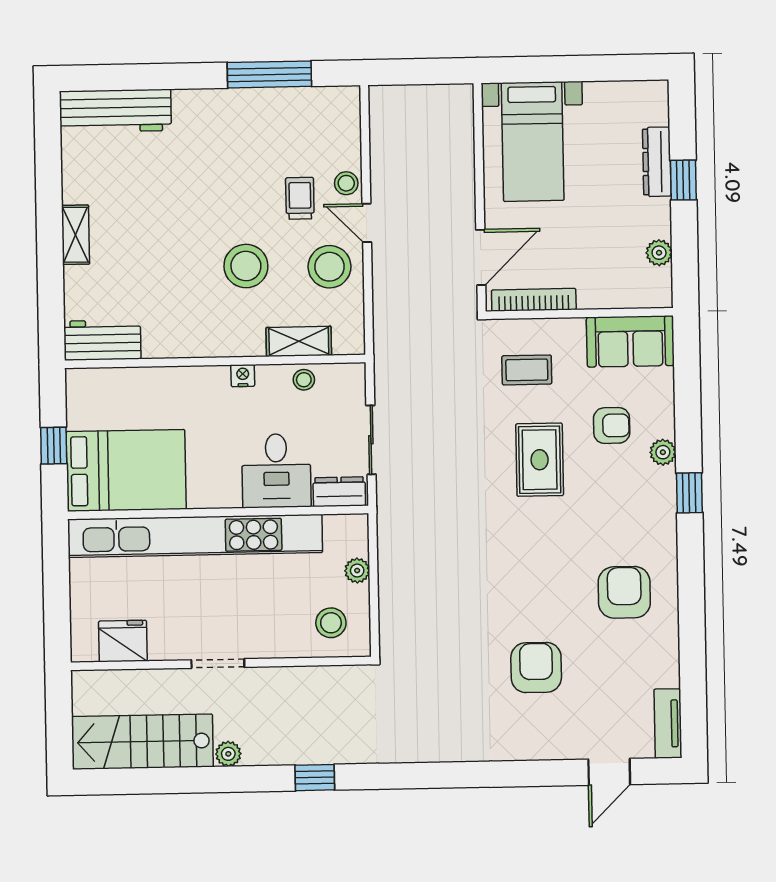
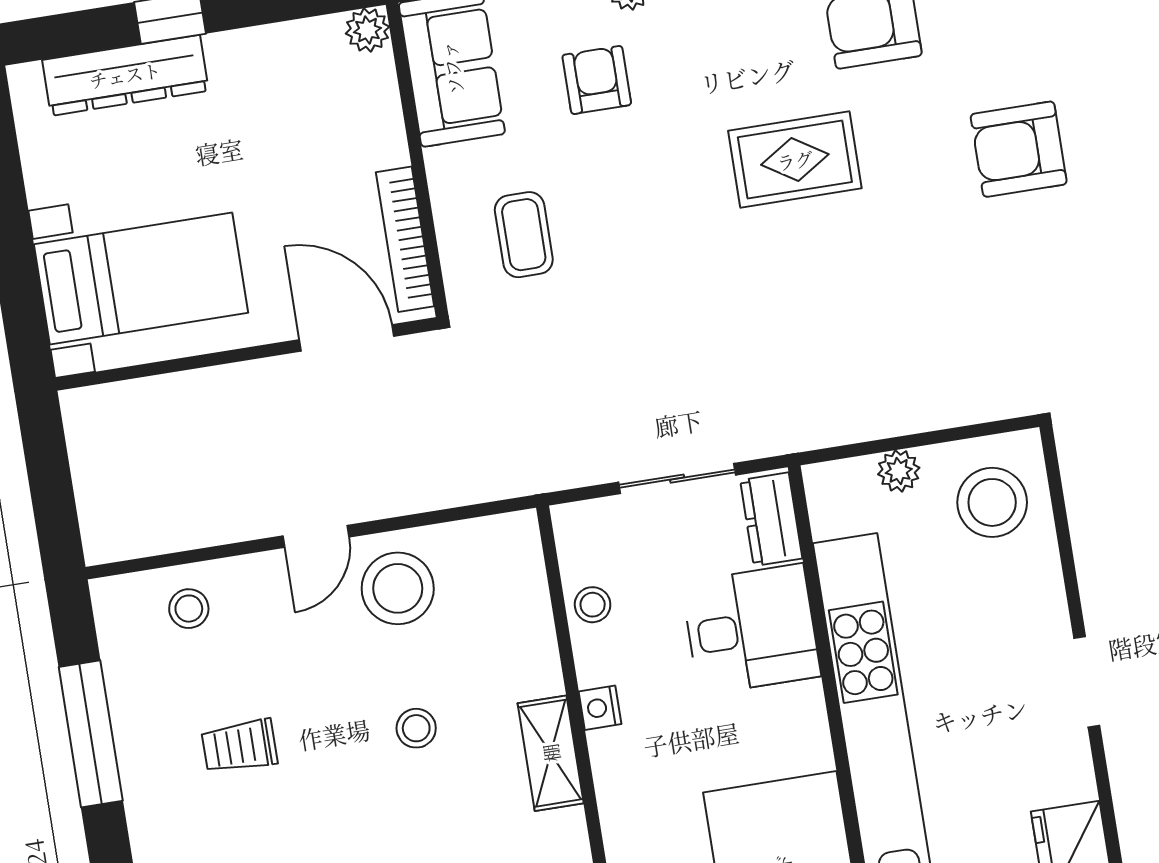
dresser: (657, 162) -> (125, 75), width x1.37, depth x1.24
stool: (346, 183) -> (189, 609), moved
trolley: (300, 198) -> (239, 746), moved
plant: (659, 253) -> (367, 30), moved
stool: (246, 266) -> (416, 728), width x0.53, depth x0.53
shelving: (299, 341) -> (551, 753), moved
rug: (540, 460) -> (795, 160), moved
stool: (331, 623) -> (992, 502), width x1.38, depth x1.38

